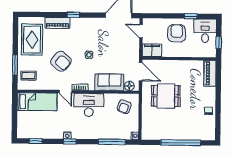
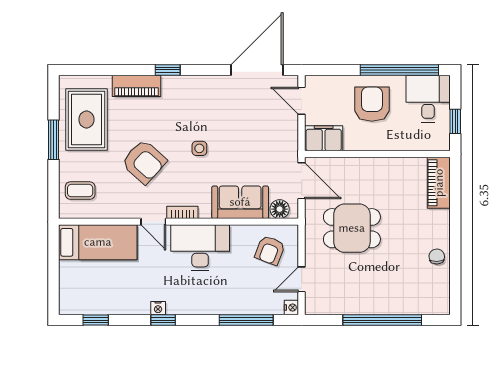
window: (191, 16) -> (399, 70), width x3.17
window: (15, 65) -> (53, 140), moved
door: (140, 122) -> (302, 279), added

